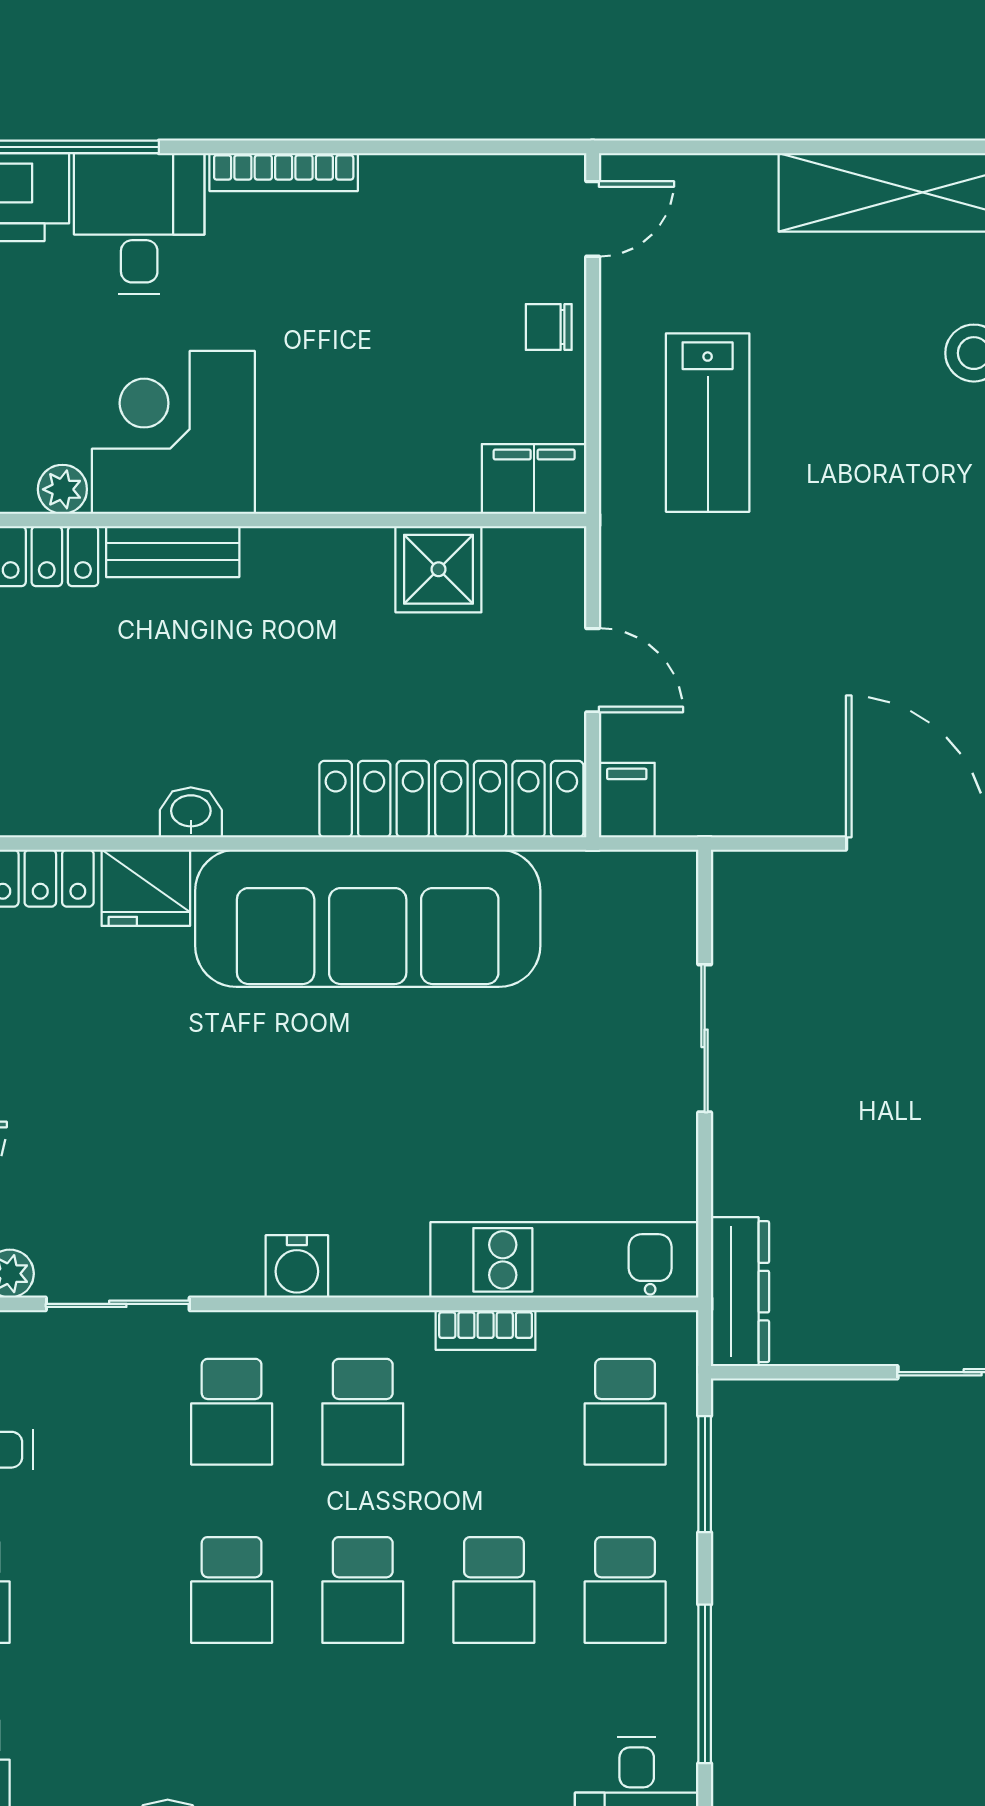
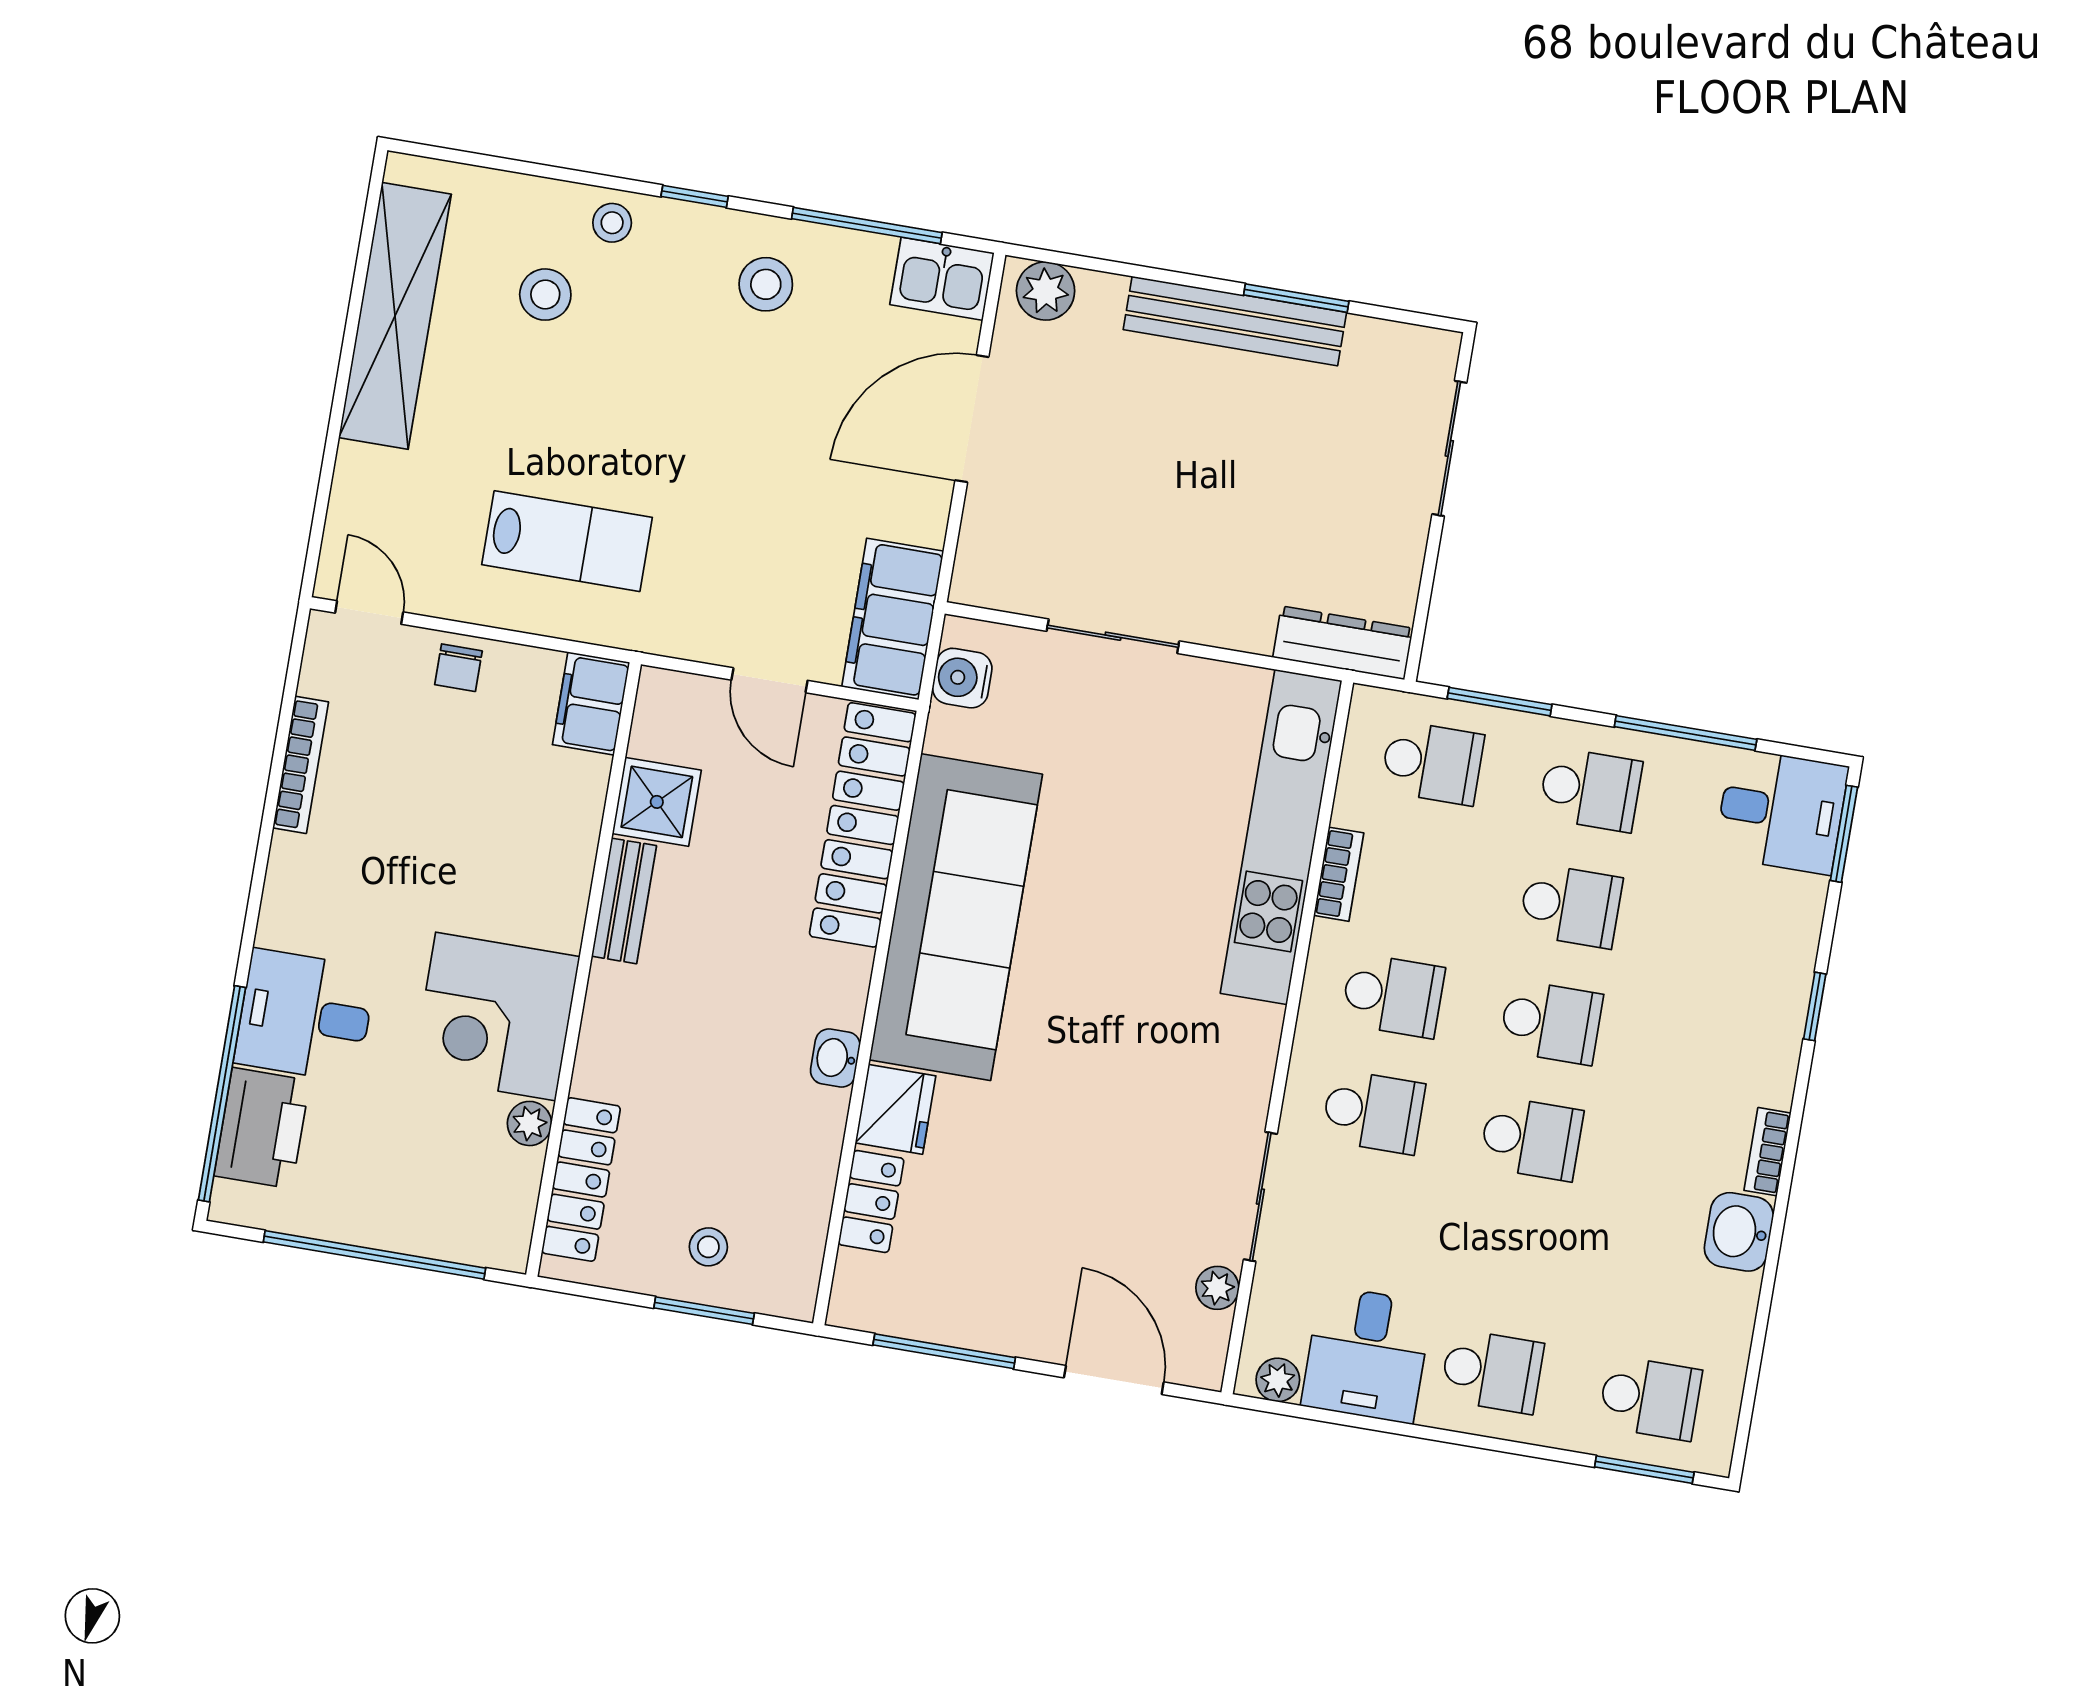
bookcase: (284, 172) -> (301, 765), moved
bench: (173, 552) -> (624, 901), moved
door: (593, 670) -> (770, 680), swing flipped
filing cabinet: (627, 800) -> (893, 619), width x3.00, depth x1.17
kitchen unit: (564, 1260) -> (1281, 837), width x1.36
water cooler: (297, 1266) -> (962, 678), moved, turned 180

